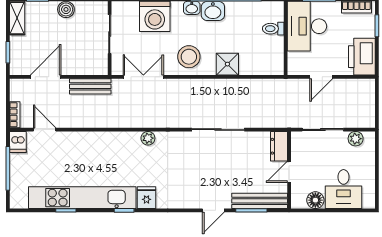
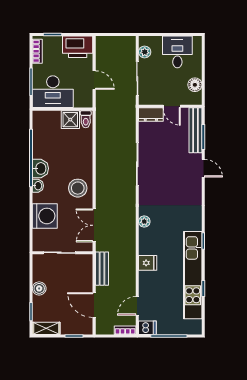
toilet: (273, 29) -> (86, 119), moved
shower: (227, 64) -> (70, 120), moved
desk: (343, 189) -> (177, 52), moved, turned -90
fridge: (147, 198) -> (148, 263), moved, turned 180

